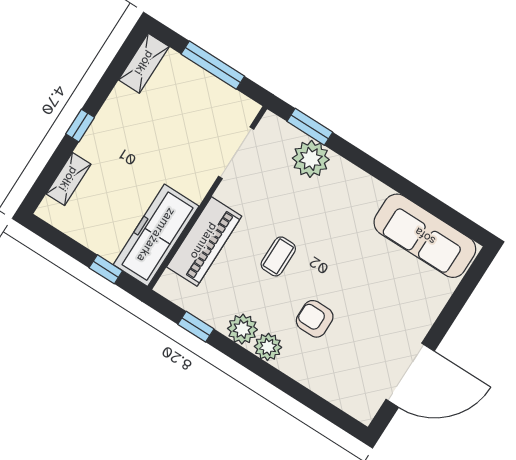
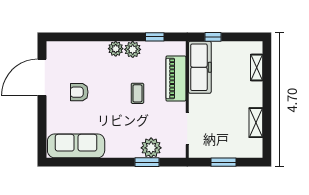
shelving: (144, 63) -> (256, 123), moved
window: (213, 65) -> (224, 162), width x0.69
window: (80, 126) -> (267, 95), removed
window: (310, 127) -> (147, 162), moved
armchair: (315, 319) -> (79, 92), moved, turned 180

